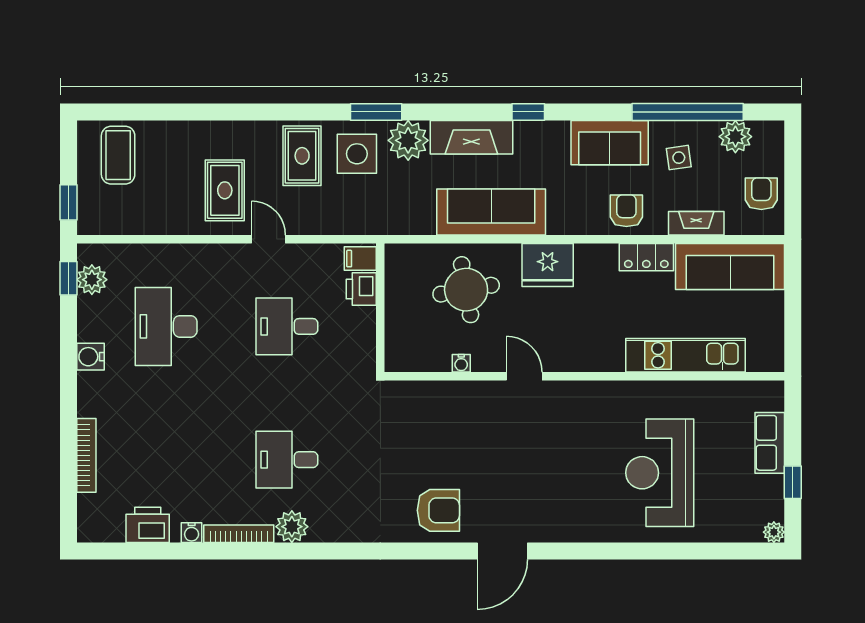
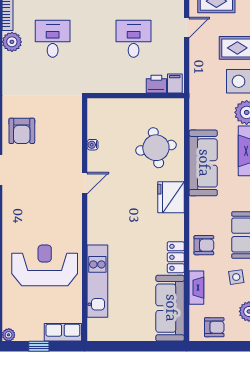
kitchen unit: (685, 355) -> (97, 281), moved
water cooler: (461, 363) -> (93, 145), moved
door: (524, 376) -> (85, 183), moved
wall: (584, 376) -> (85, 220), moved

